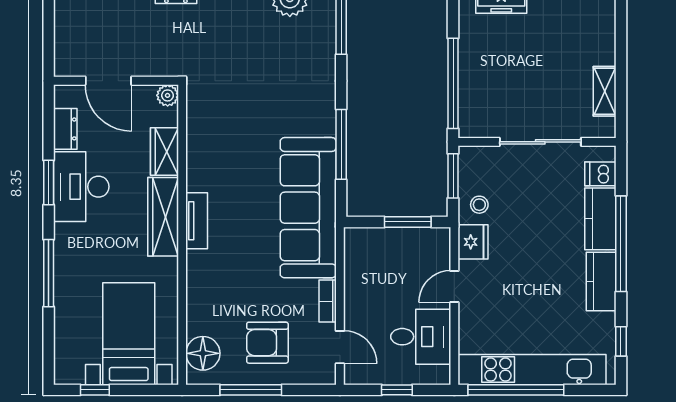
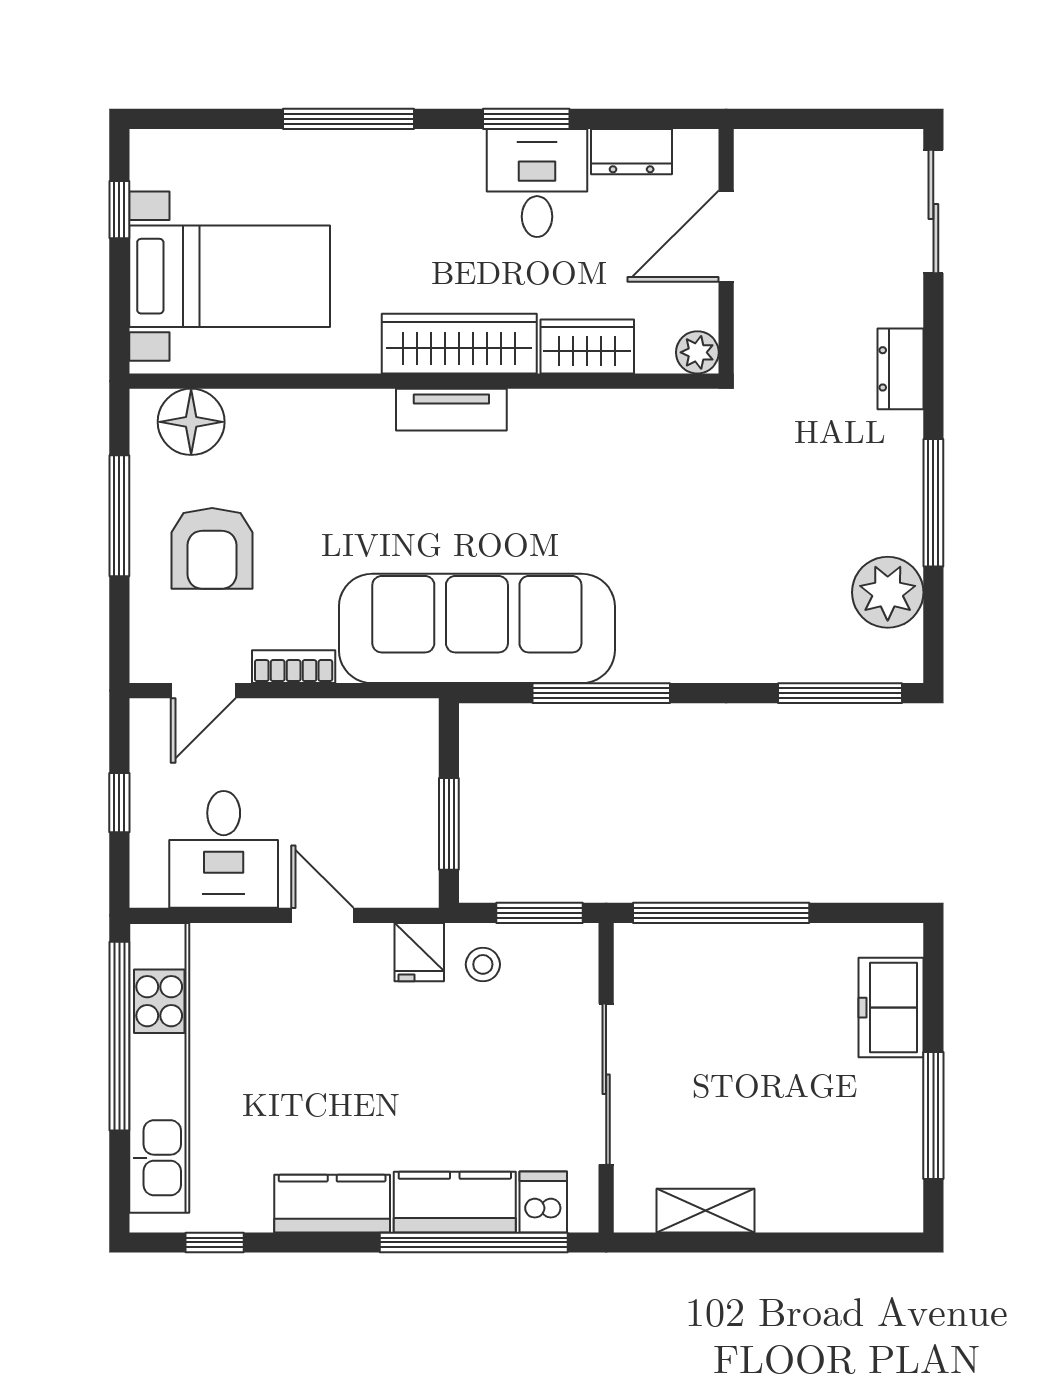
desk: (81, 187) -> (537, 183), width x0.73
fridge: (473, 242) -> (419, 952), width x0.72
window: (621, 244) -> (474, 1242), moved
armchair: (267, 343) -> (212, 548), turned 180

